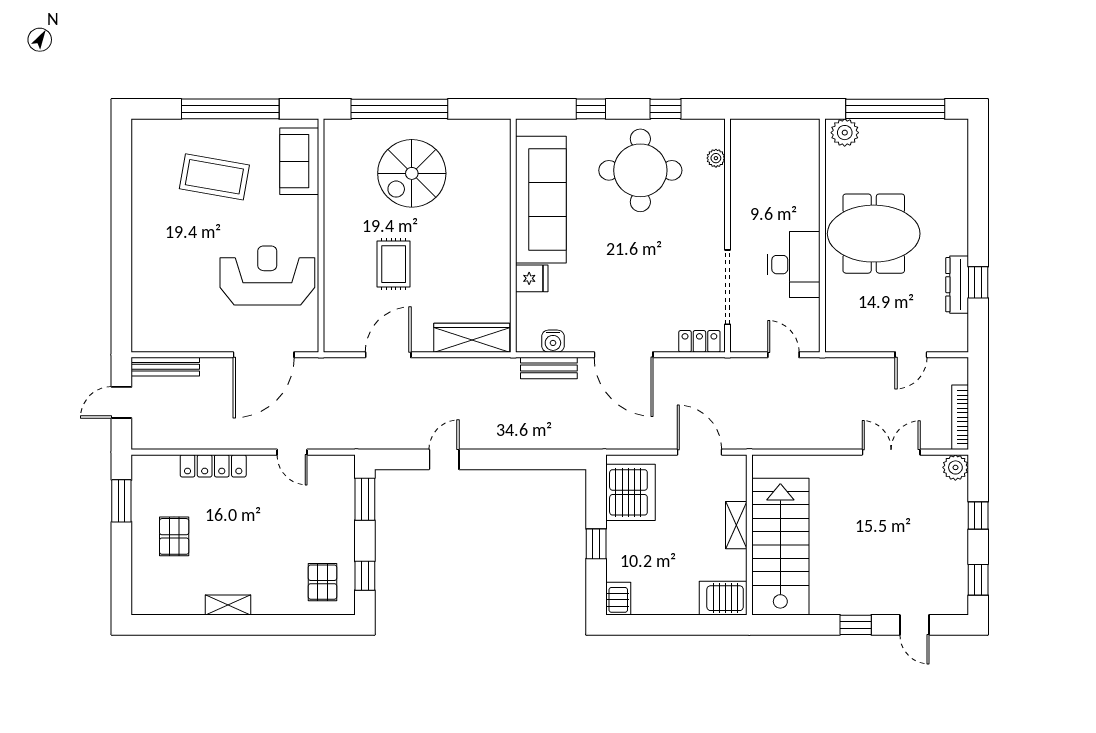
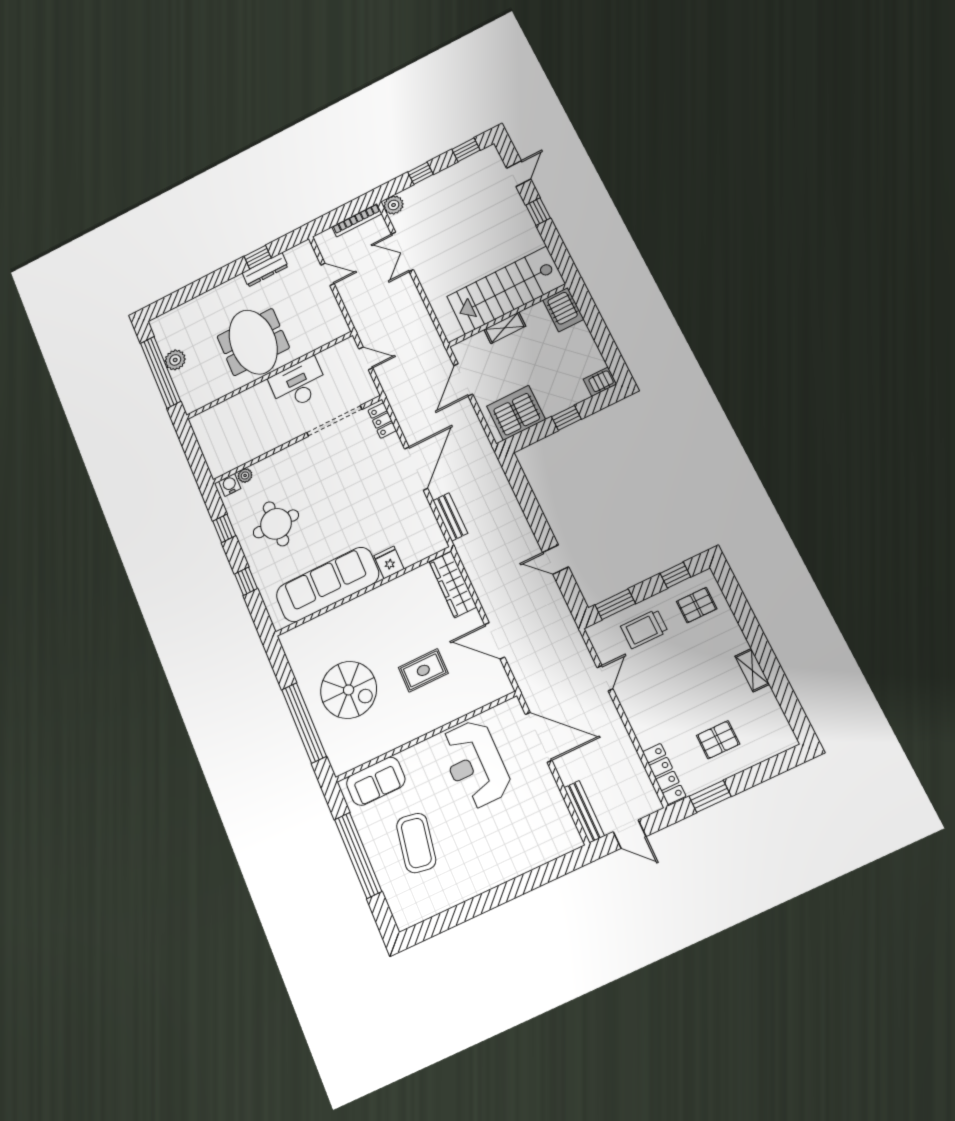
plant: (845, 133) -> (175, 360), moved
round table: (640, 170) -> (276, 524), width x0.73, depth x0.73
water cooler: (553, 341) -> (230, 485), moved, turned -90
door: (783, 355) -> (366, 358), swing flipped
locker: (213, 466) -> (664, 774), moved
trolley: (324, 517) -> (644, 629), added

